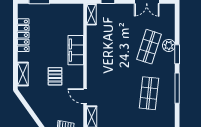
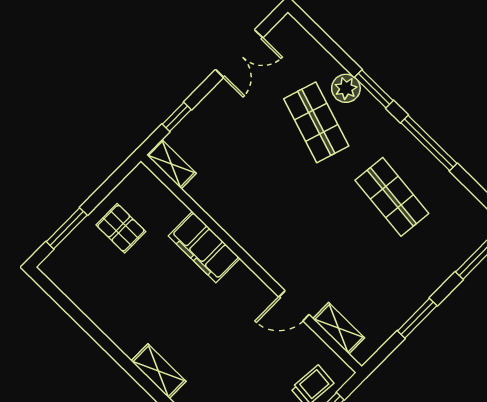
locker: (23, 35) -> (96, 308), removed
pallet: (55, 76) -> (121, 228), moved

